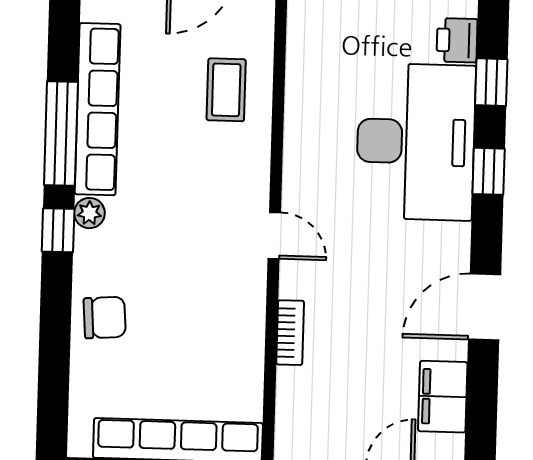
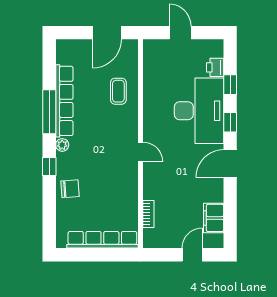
window: (58, 230) -> (49, 167), moved
door: (485, 307) -> (230, 164), moved
bookcase: (290, 333) -> (148, 214), moved

